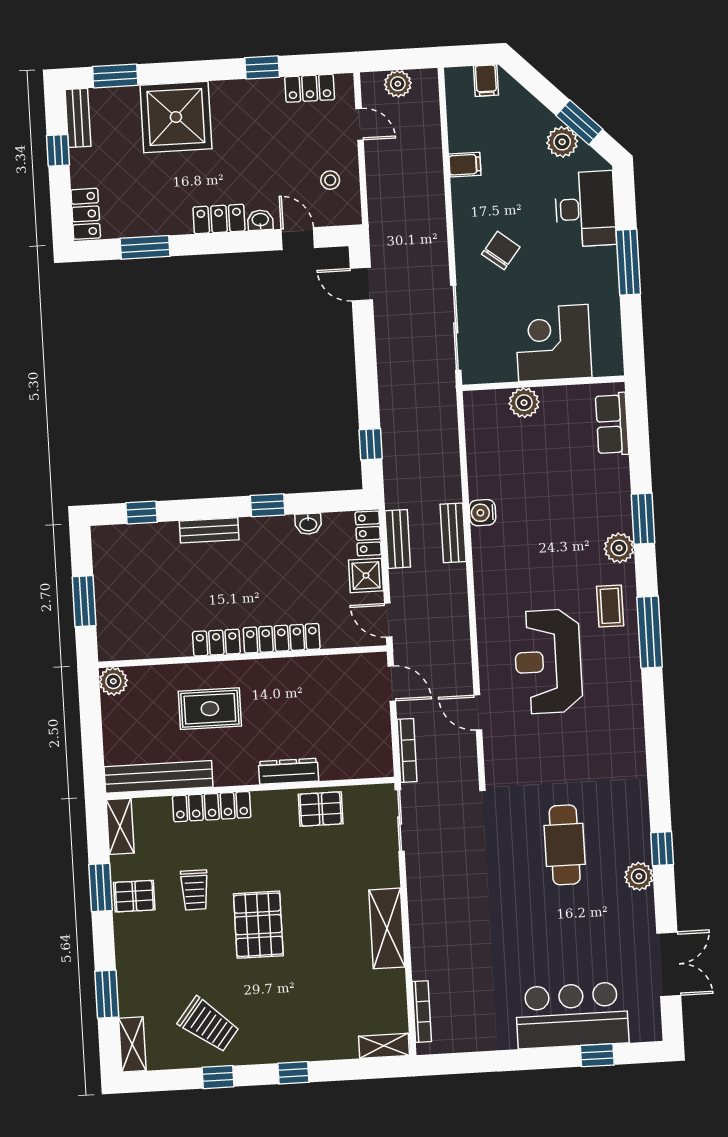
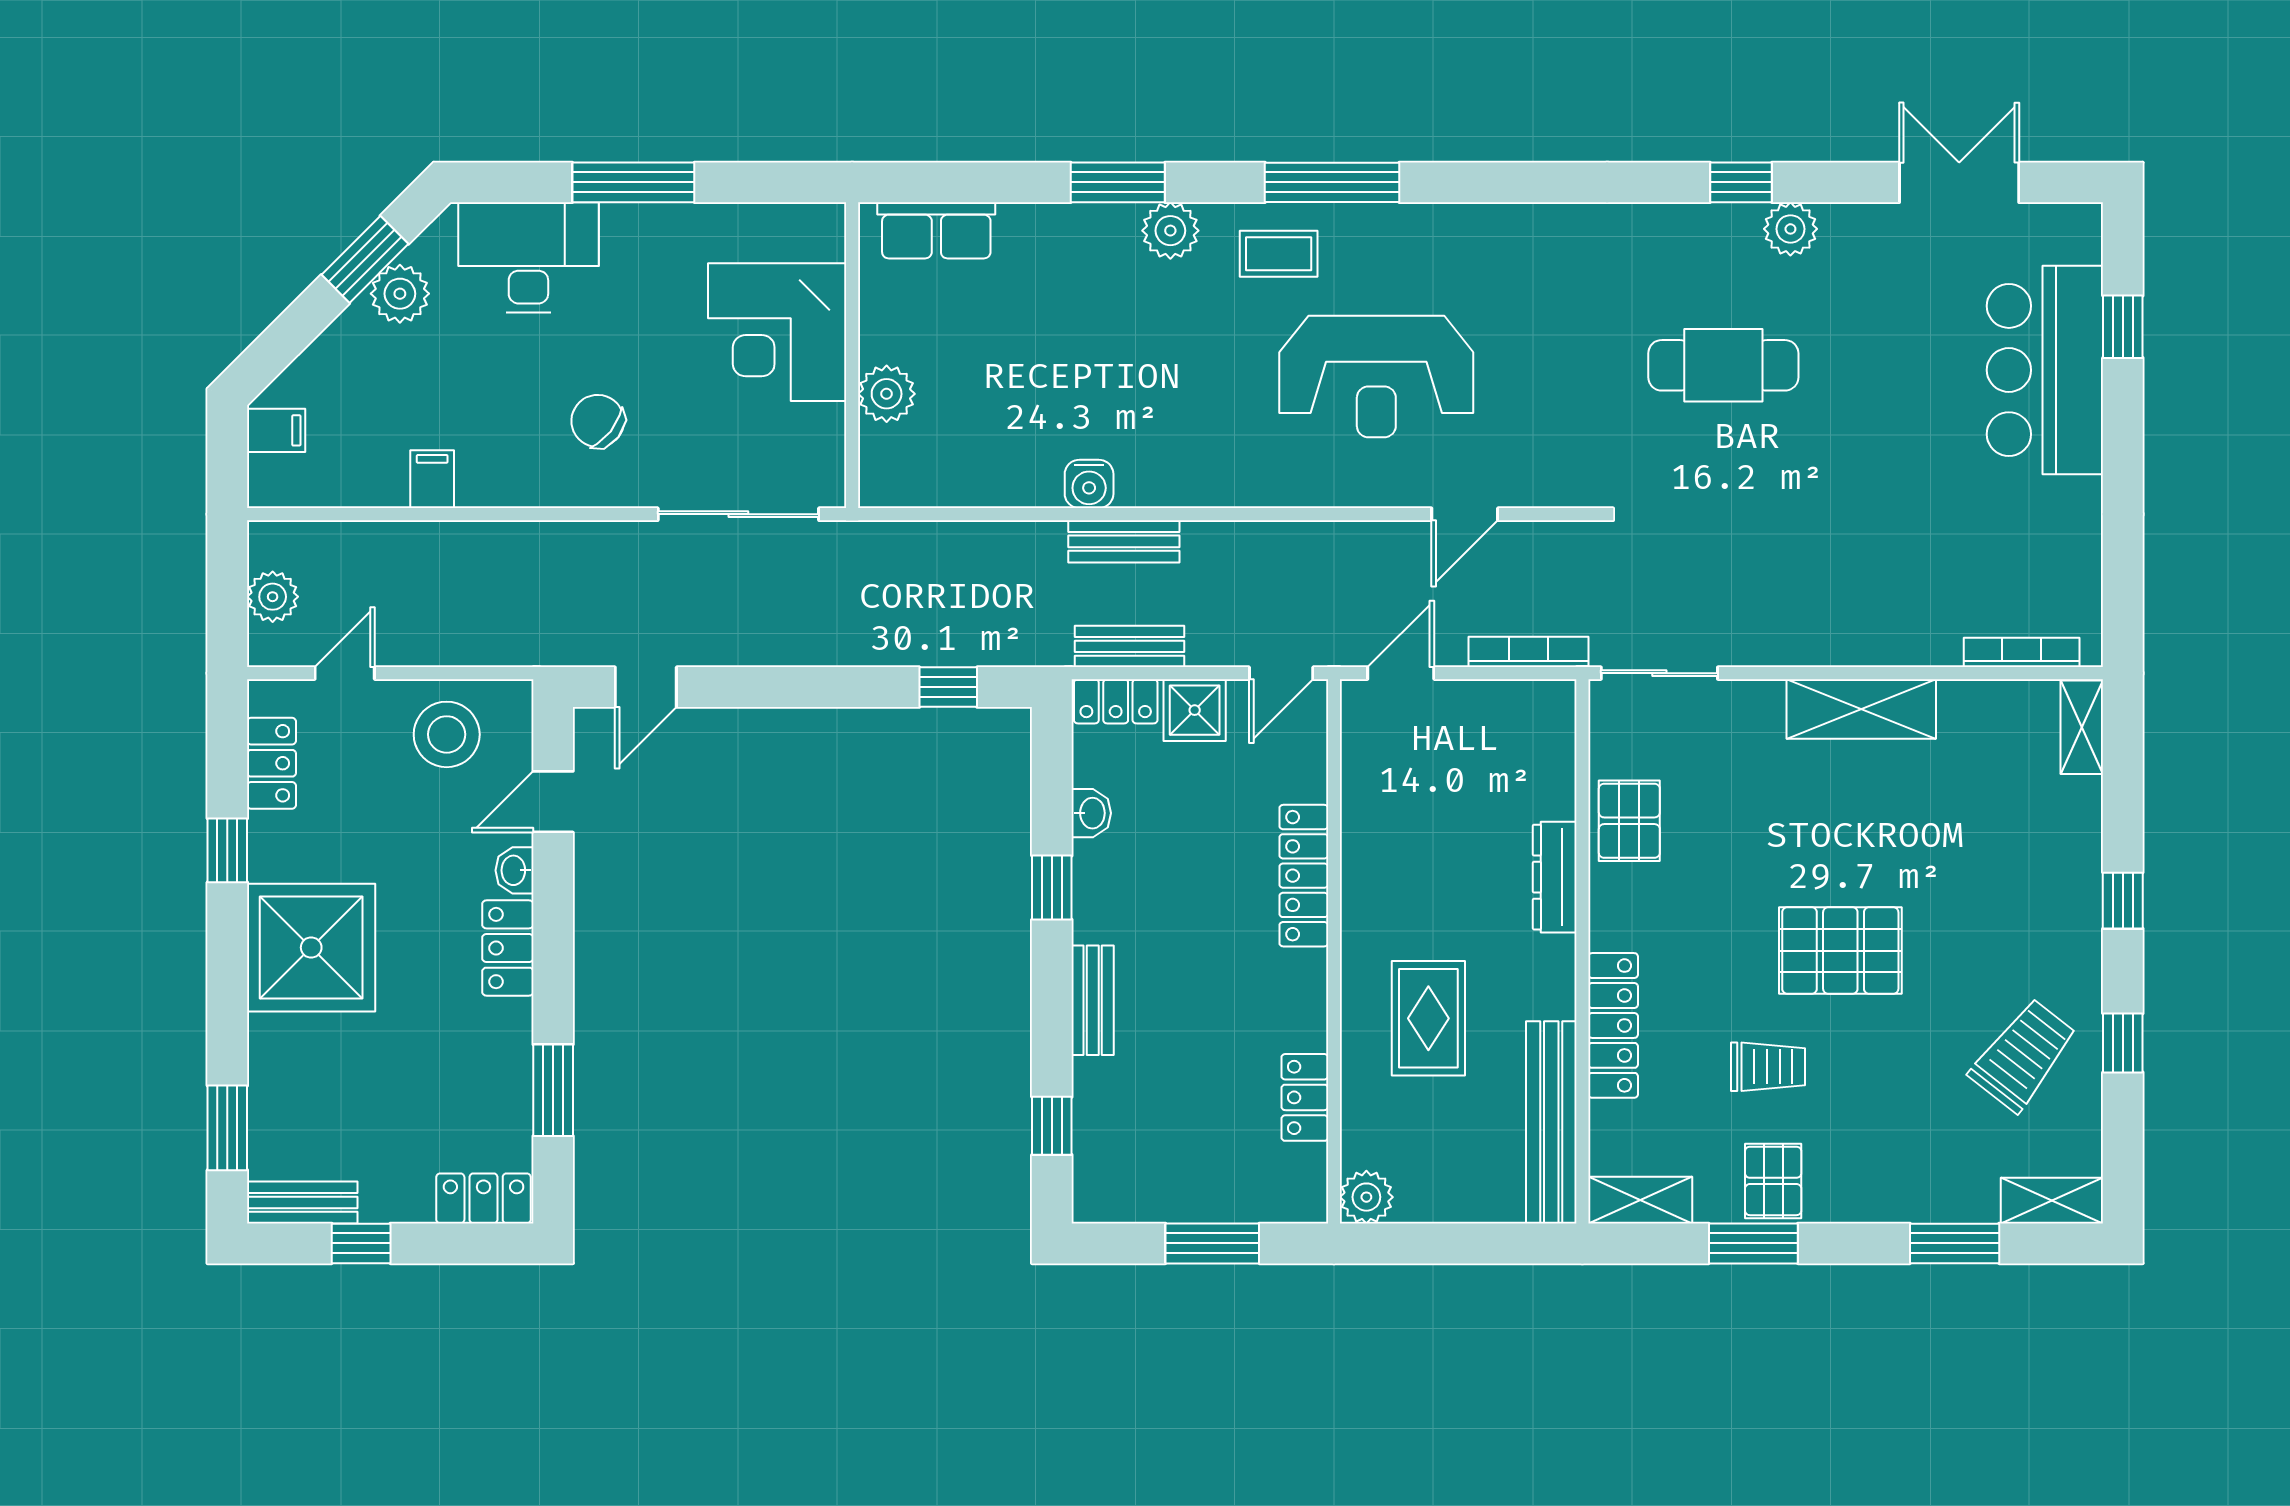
shower: (176, 117) -> (311, 948), moved
stool: (330, 180) -> (447, 734), width x1.89, depth x1.89
locker: (216, 643) -> (1305, 1097), moved

